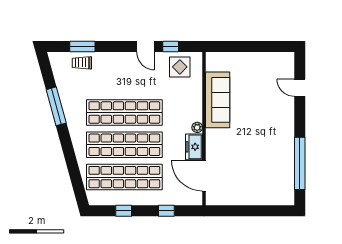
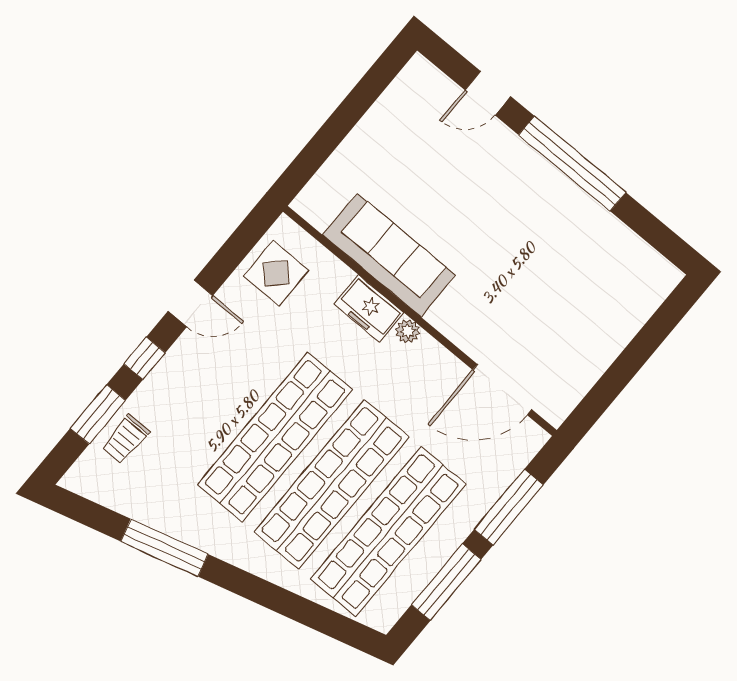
window: (171, 47) -> (145, 358), moved
freezer: (194, 147) -> (369, 309), moved
window: (300, 163) -> (572, 164), moved
window: (124, 211) -> (446, 582), width x2.17
window: (166, 211) -> (509, 507), width x2.17

